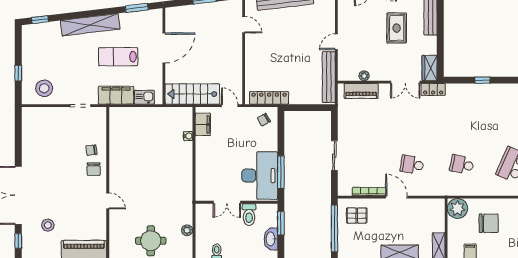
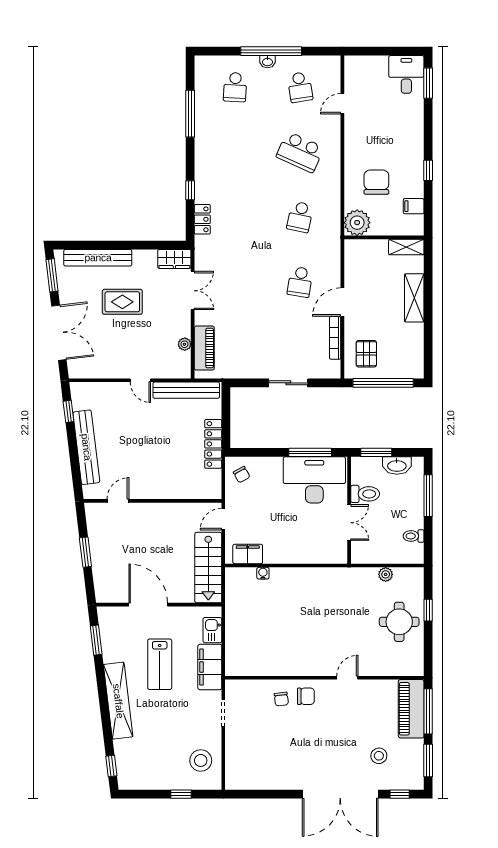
locker: (433, 89) -> (202, 219), moved
locker: (269, 98) -> (213, 444), moved

